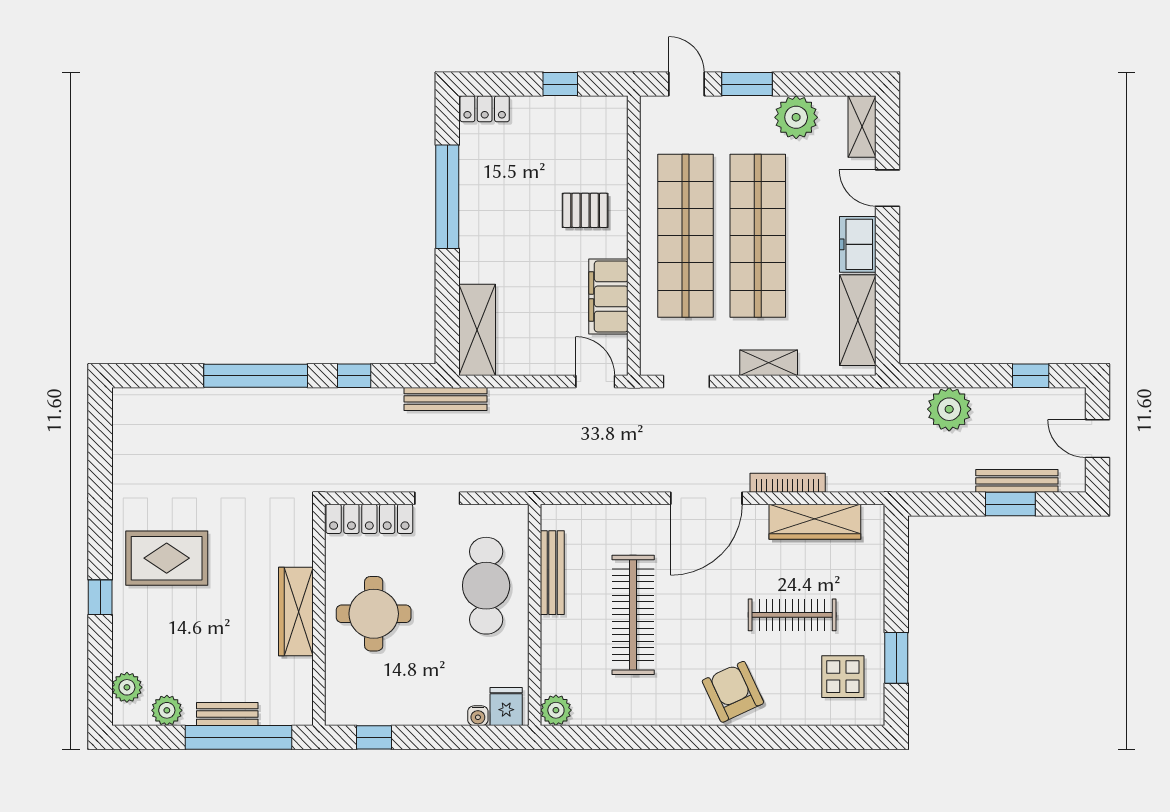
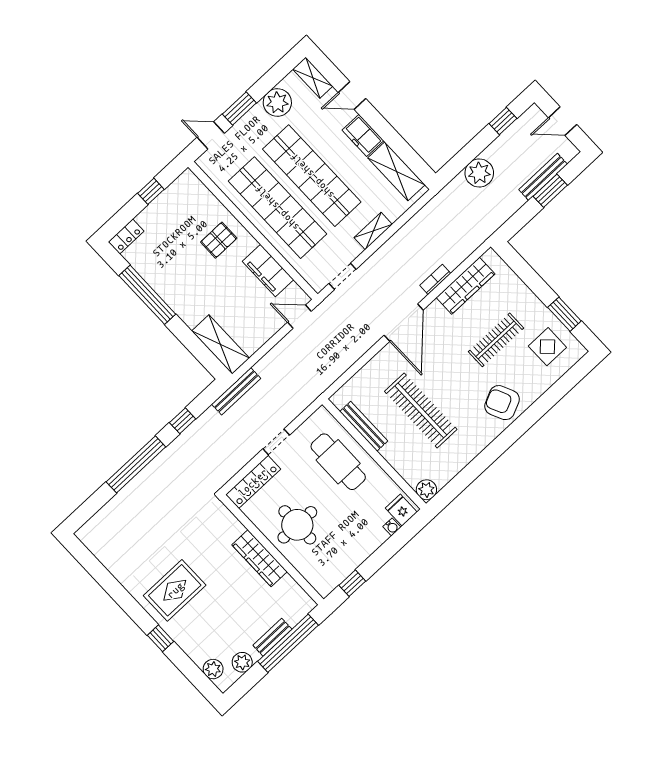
bookcase: (788, 483) -> (435, 279), width x0.64

